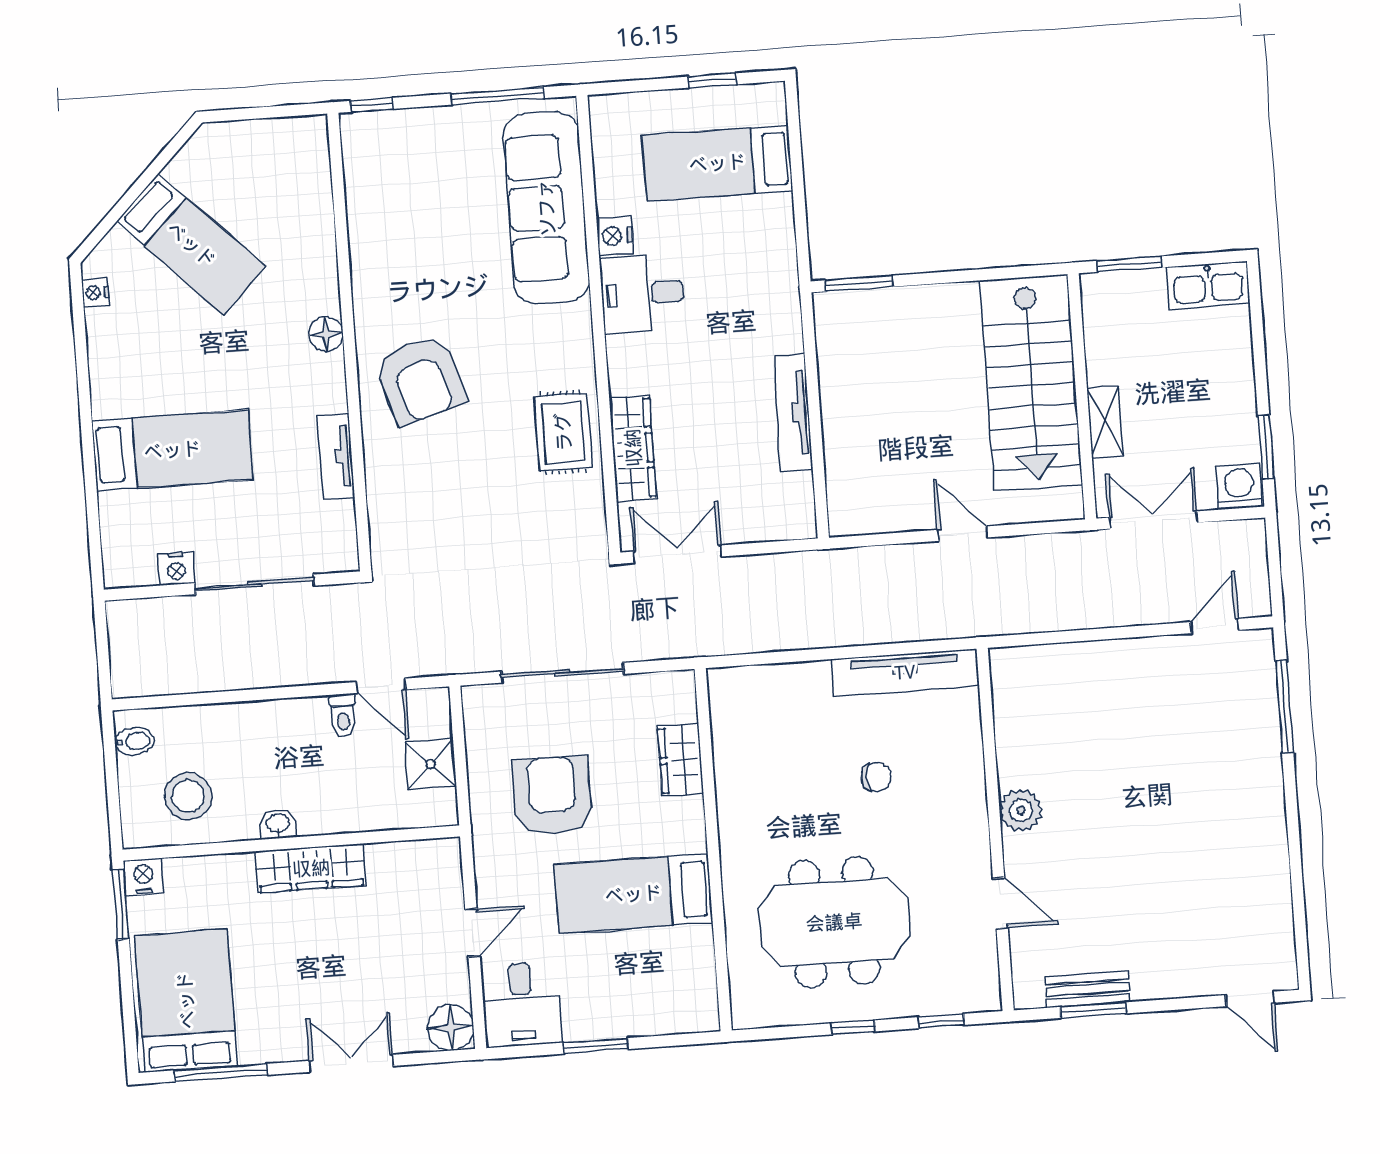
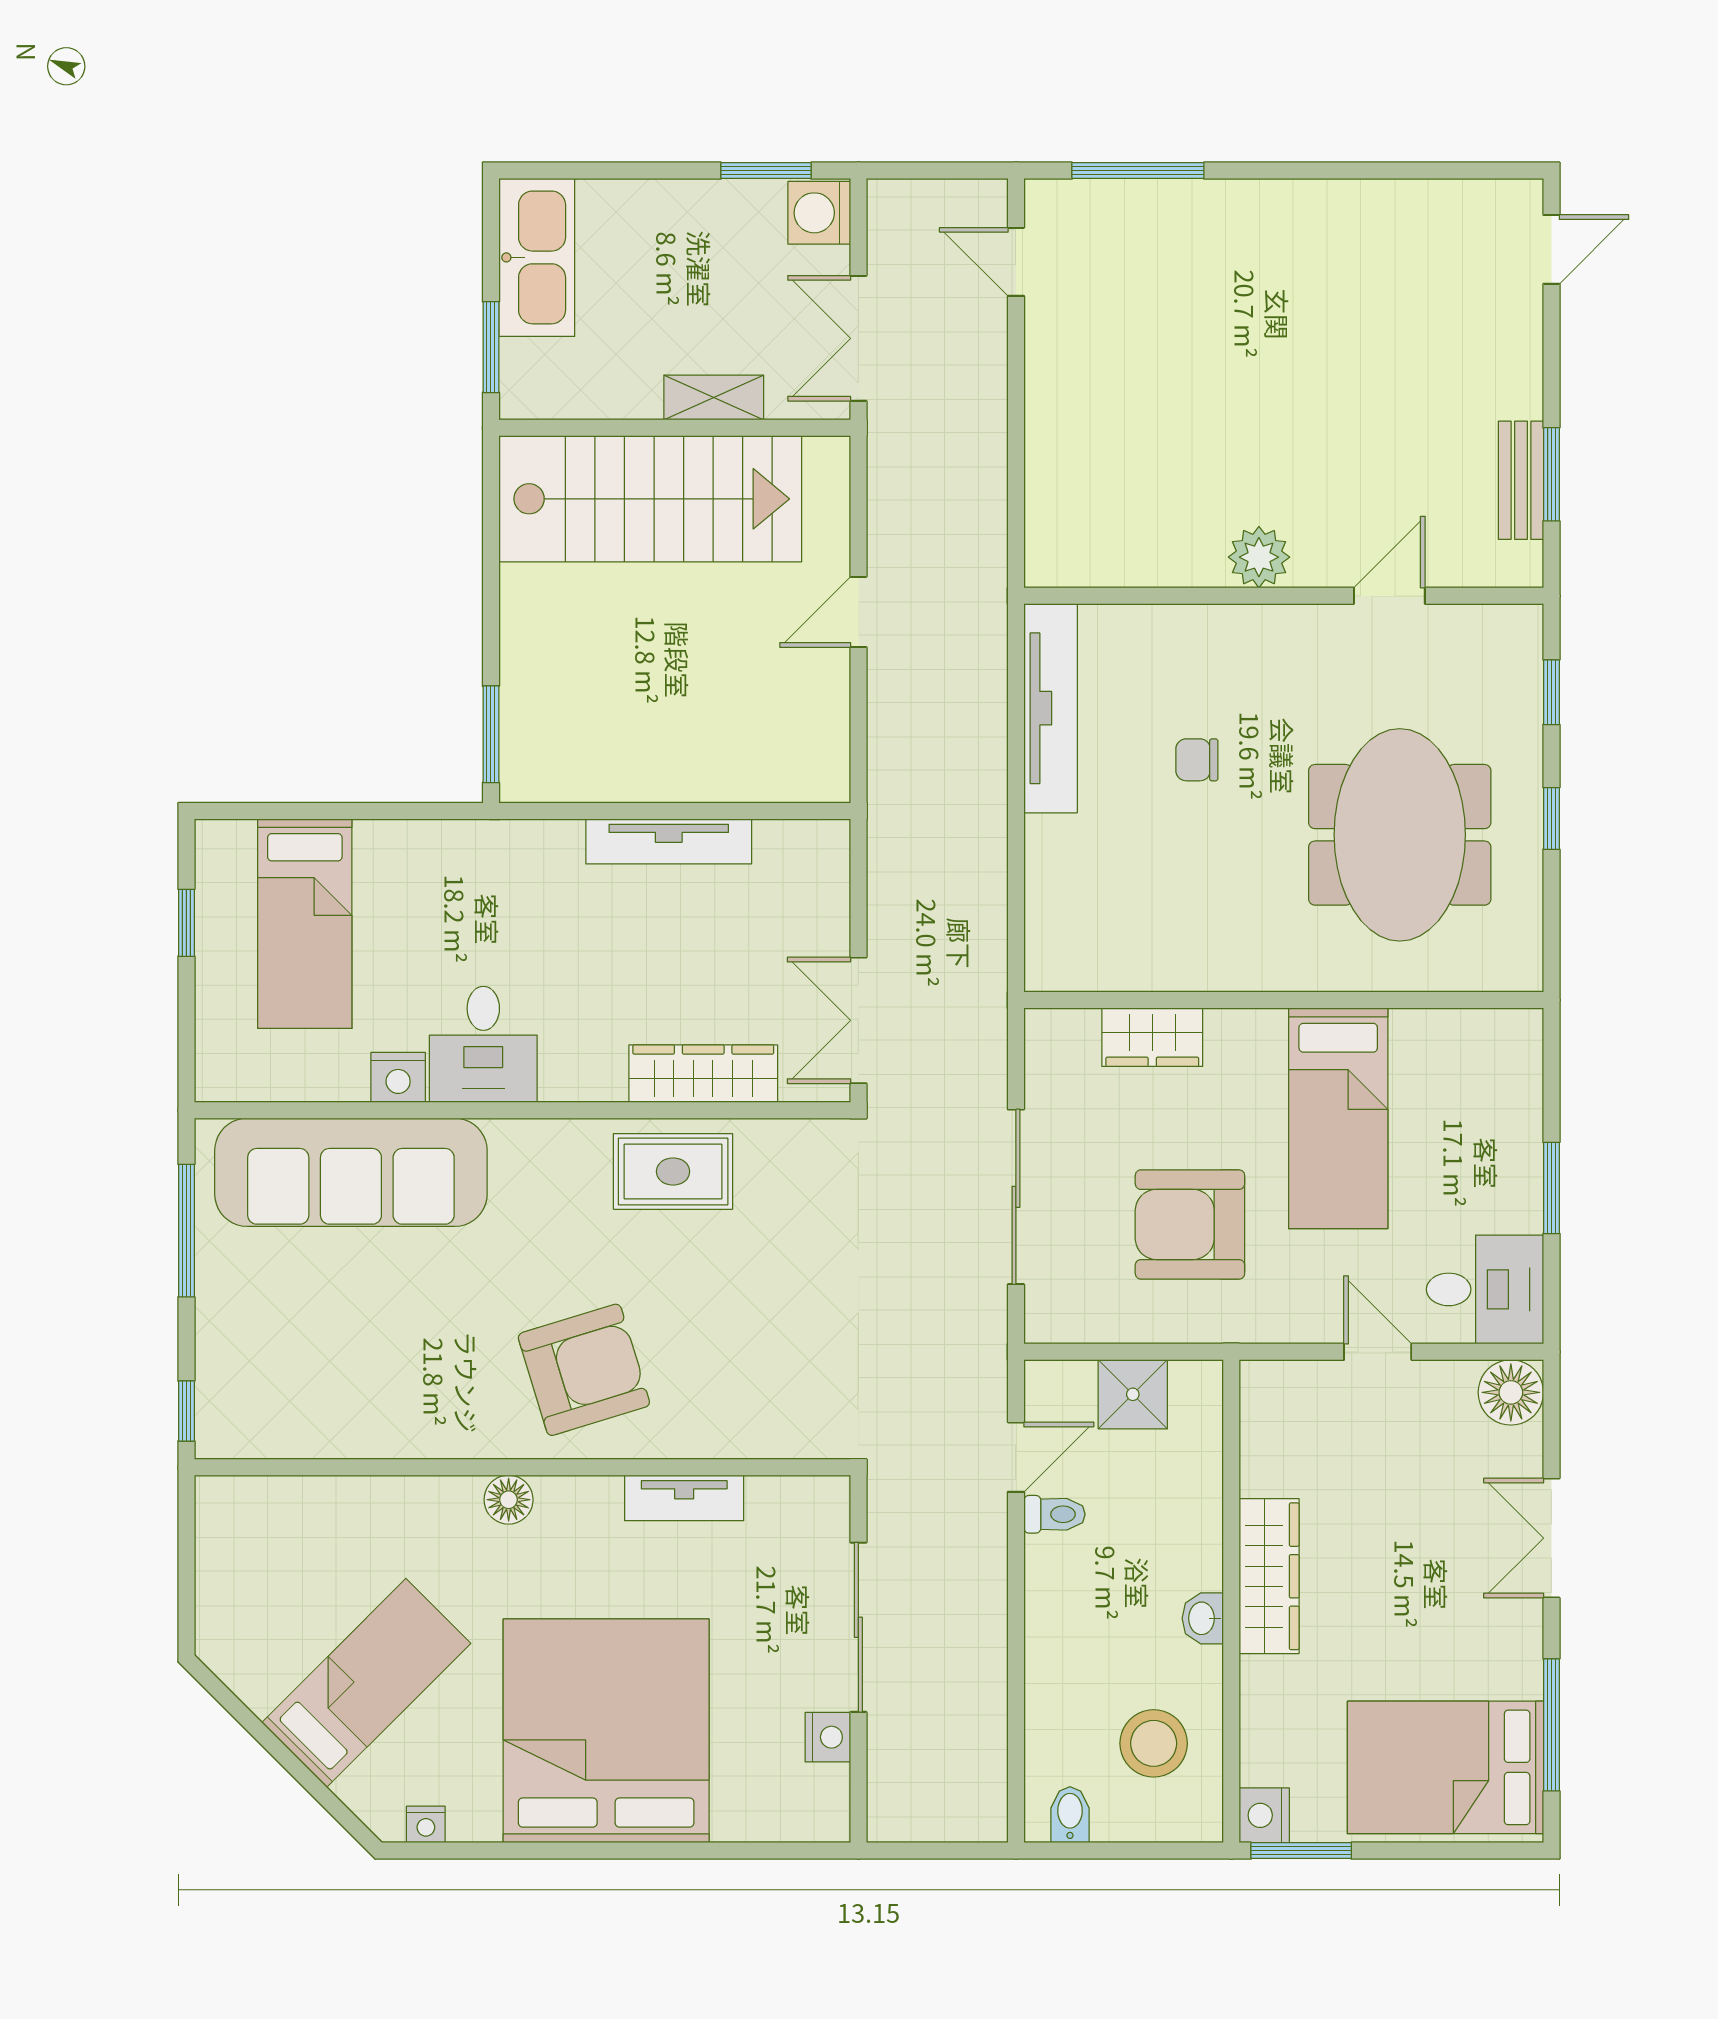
kitchen sink: (1208, 285) -> (537, 257), width x1.36, depth x1.24
bed: (172, 450) -> (606, 1731), width x2.04
chair: (876, 777) -> (1197, 760), turned -90

